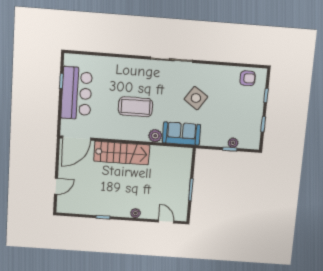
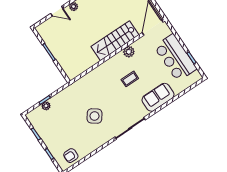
coffee table: (135, 107) -> (130, 79), width x0.54, depth x0.58
sofa: (181, 134) -> (158, 97), moved, turned 180
plant: (155, 136) -> (129, 52), moved
door: (166, 222) -> (57, 11), moved

